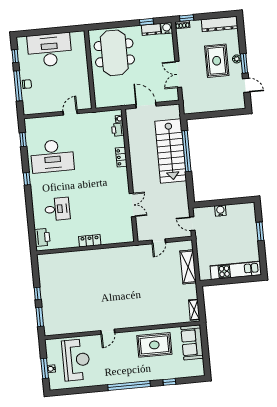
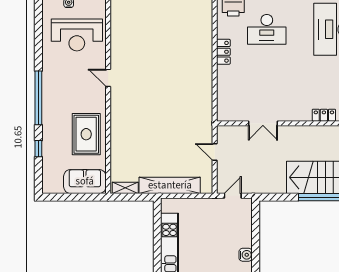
desk: (57, 209) -> (267, 29), width x1.37
water cooler: (220, 211) -> (246, 255), moved
locker: (90, 241) -> (223, 52), moved
shelving: (188, 267) -> (170, 185), width x1.47

